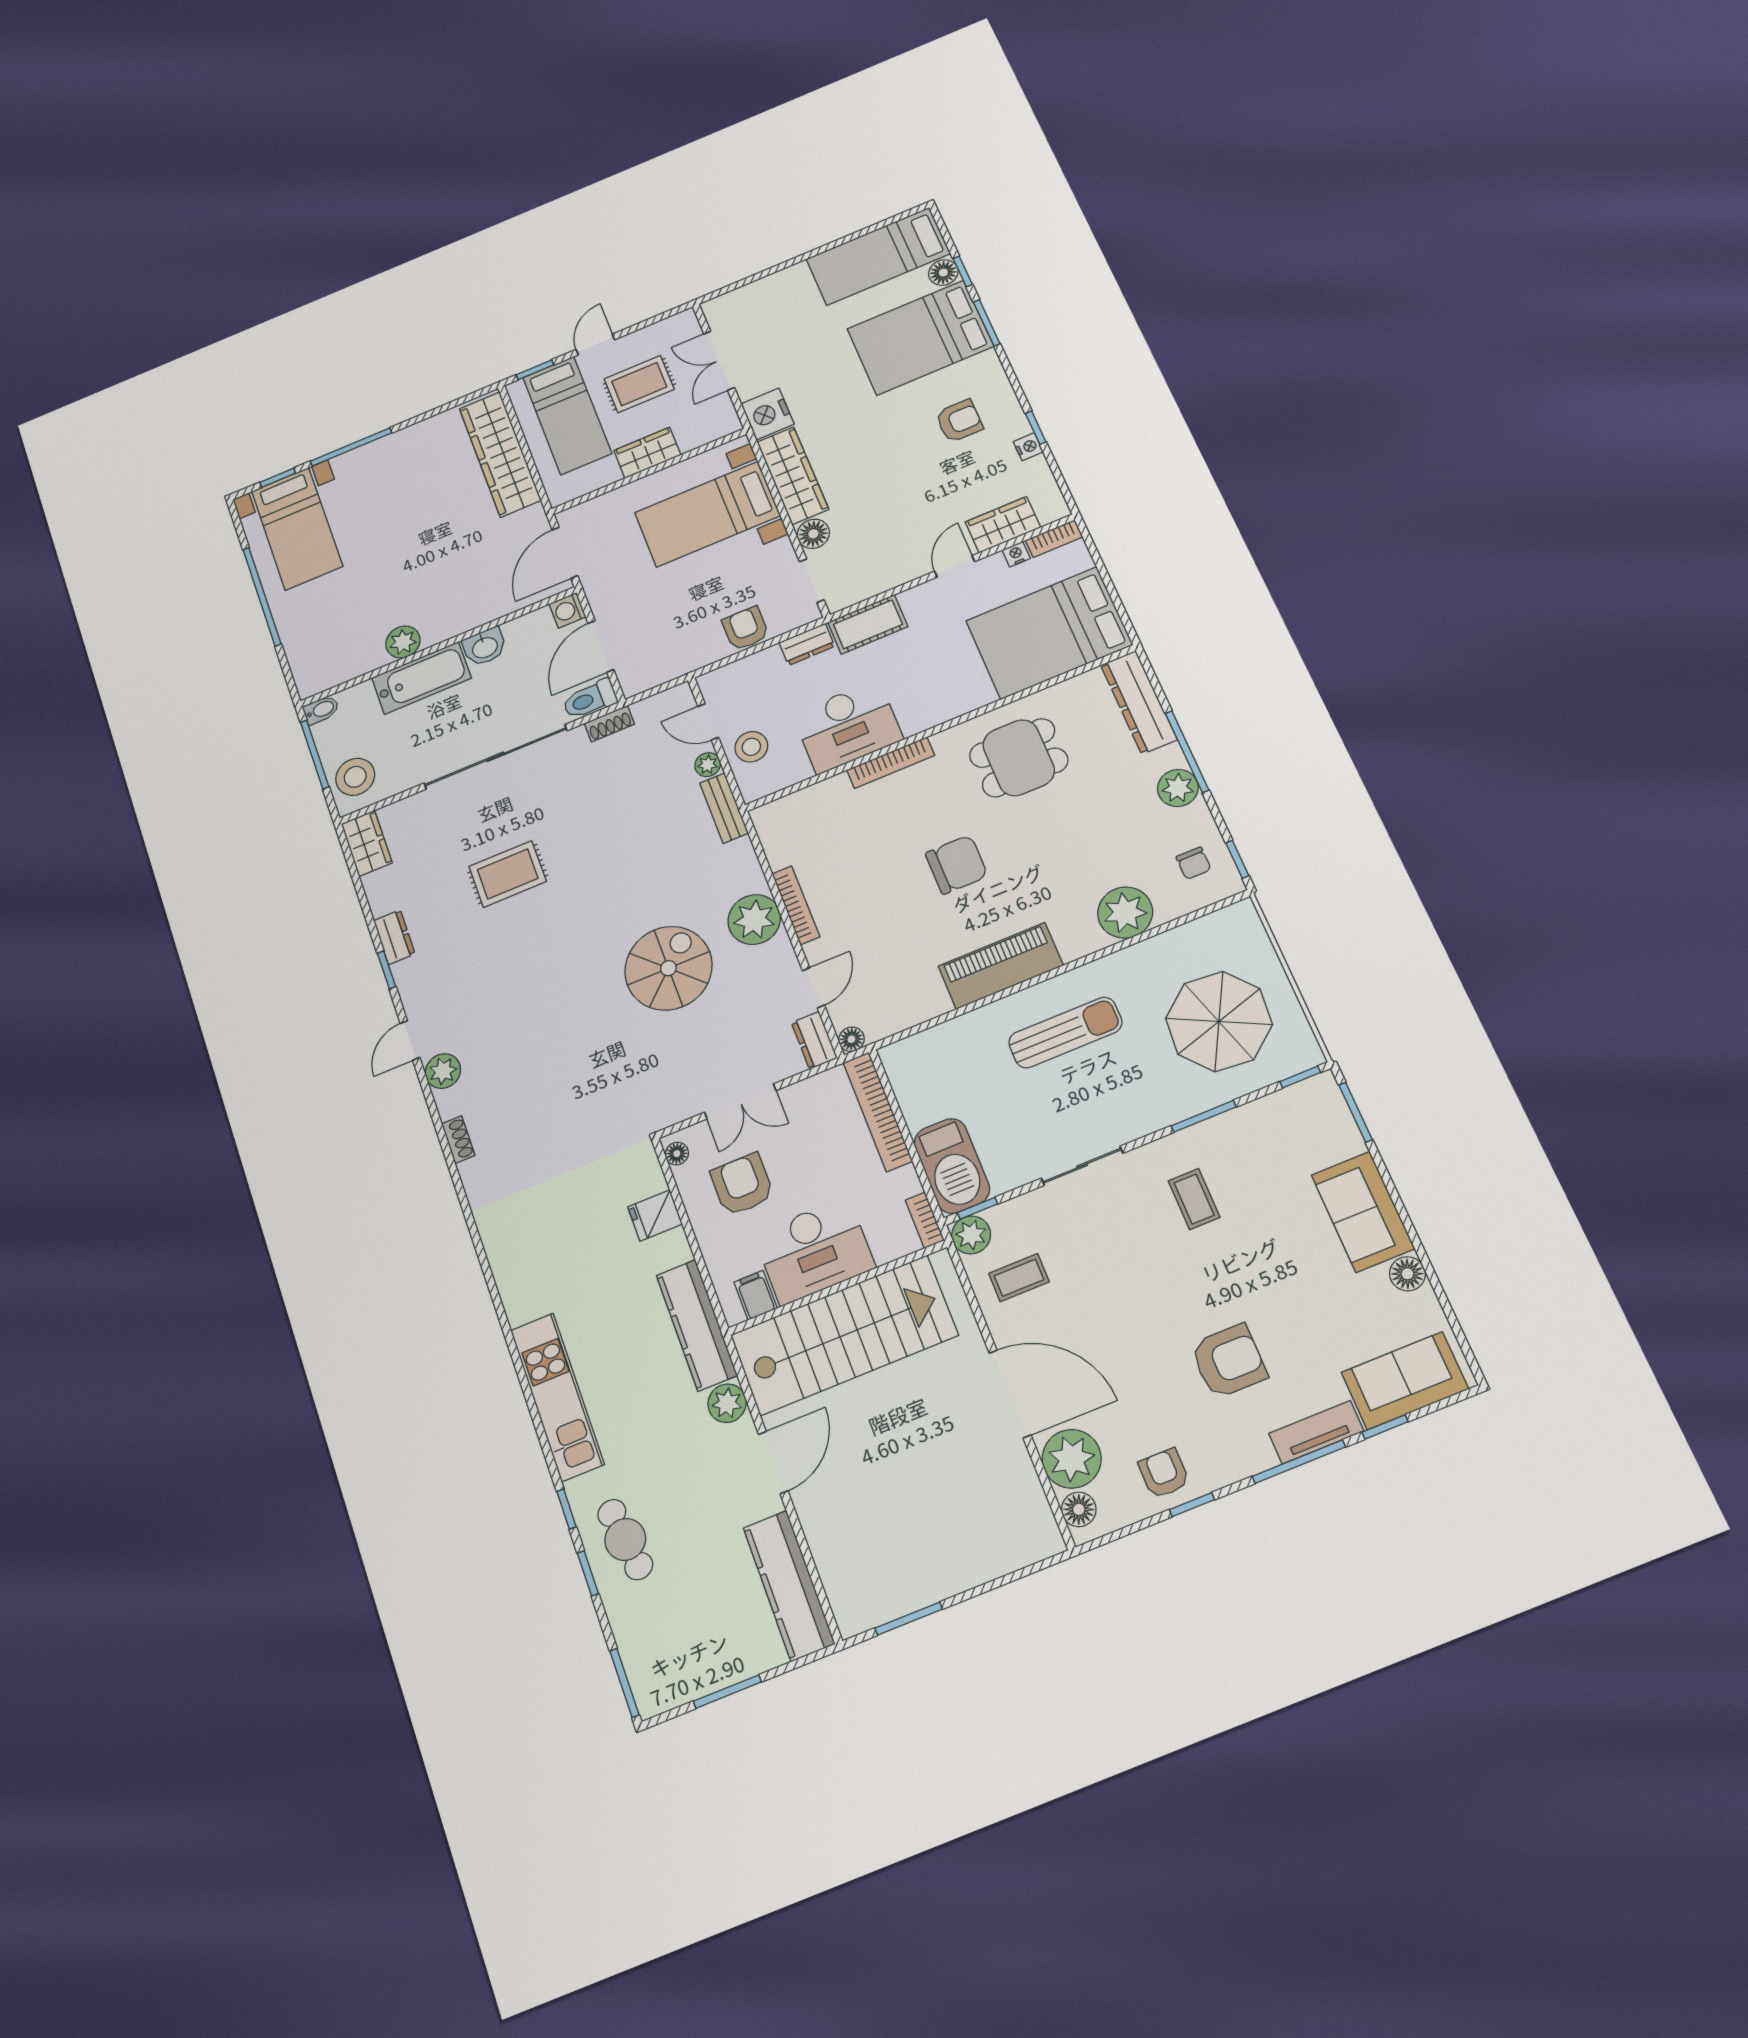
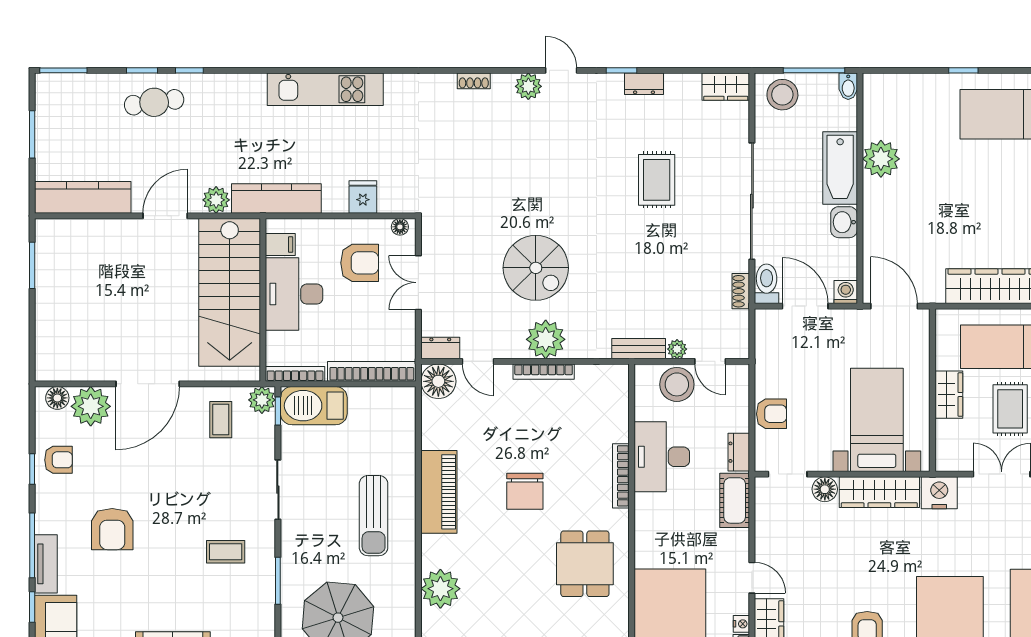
window: (262, 597) -> (963, 70), width x0.32
plant: (403, 642) -> (881, 159), width x1.36, depth x1.36
door: (708, 722) -> (710, 361), swing flipped
stool: (751, 747) -> (677, 384), width x1.38, depth x1.38
floor lamp: (851, 1039) -> (438, 381), width x1.89, depth x1.89
bookcase: (925, 1220) -> (295, 374), width x1.56
kitchen unit: (557, 1397) -> (325, 89), moved
door: (773, 1463) -> (165, 216), swing flipped

